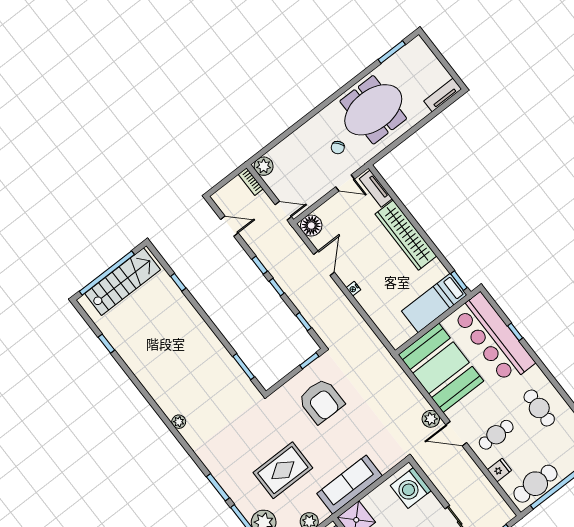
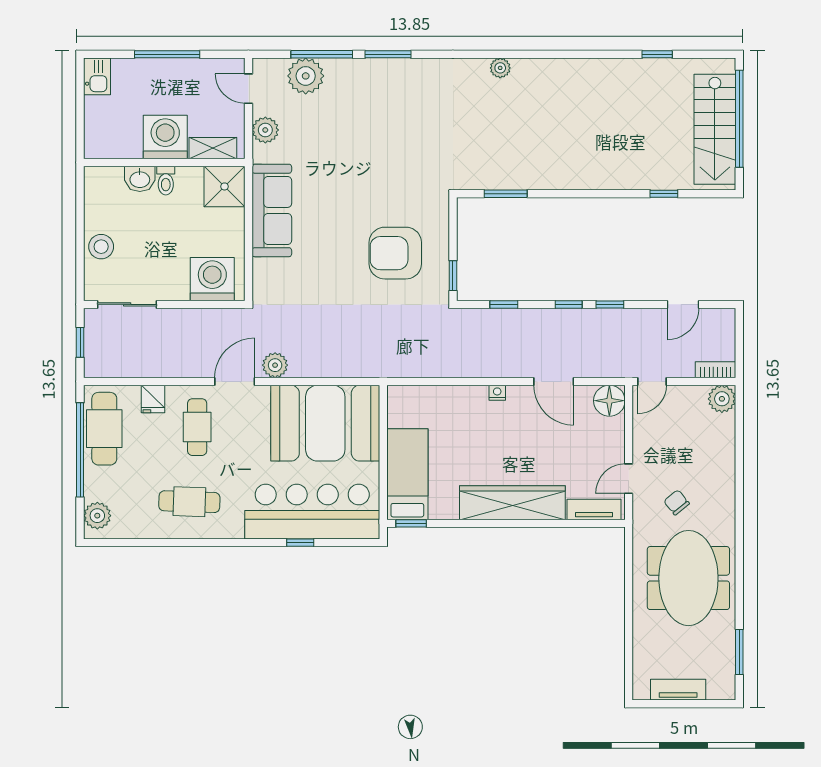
tv unit: (443, 95) -> (678, 690), moved, turned -90
rug: (283, 470) -> (349, 146), removed

